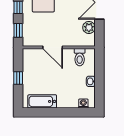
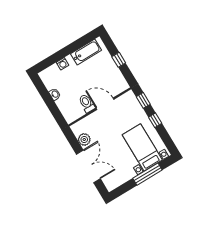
toilet: (80, 57) -> (87, 103), moved
washing machine: (83, 104) -> (63, 64), moved

